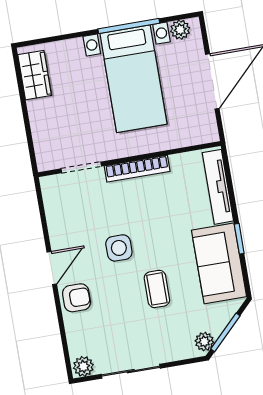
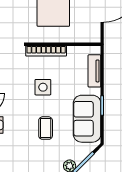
tv unit: (218, 187) -> (94, 71), width x0.71
side table: (119, 248) -> (43, 87), moved

